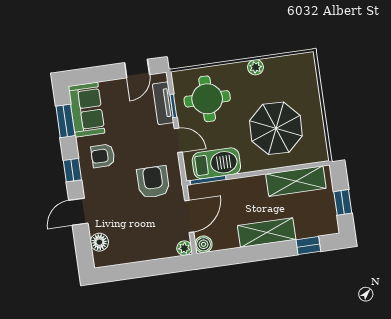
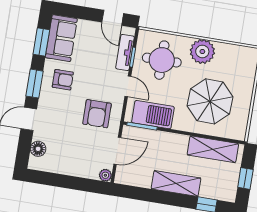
plant: (255, 67) -> (202, 52), width x1.87, depth x1.87
door: (137, 69) -> (113, 18), hinge flipped
armchair: (103, 156) -> (63, 80), turned 180
window: (72, 170) -> (35, 84), width x1.50
armchair: (153, 182) -> (97, 114), turned 180
boiler: (204, 244) -> (122, 177), removed

